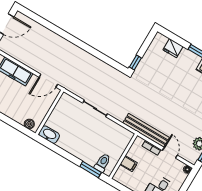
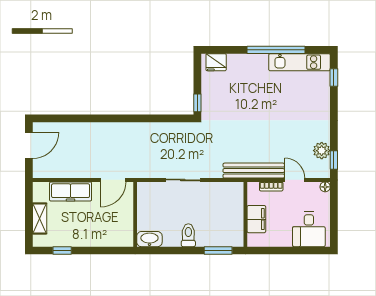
fridge: (173, 48) -> (216, 62), moved
boiler: (29, 124) -> (120, 240), removed
toilet: (102, 163) -> (188, 235), moved
filing cabinet: (129, 164) -> (256, 219), width x2.00

